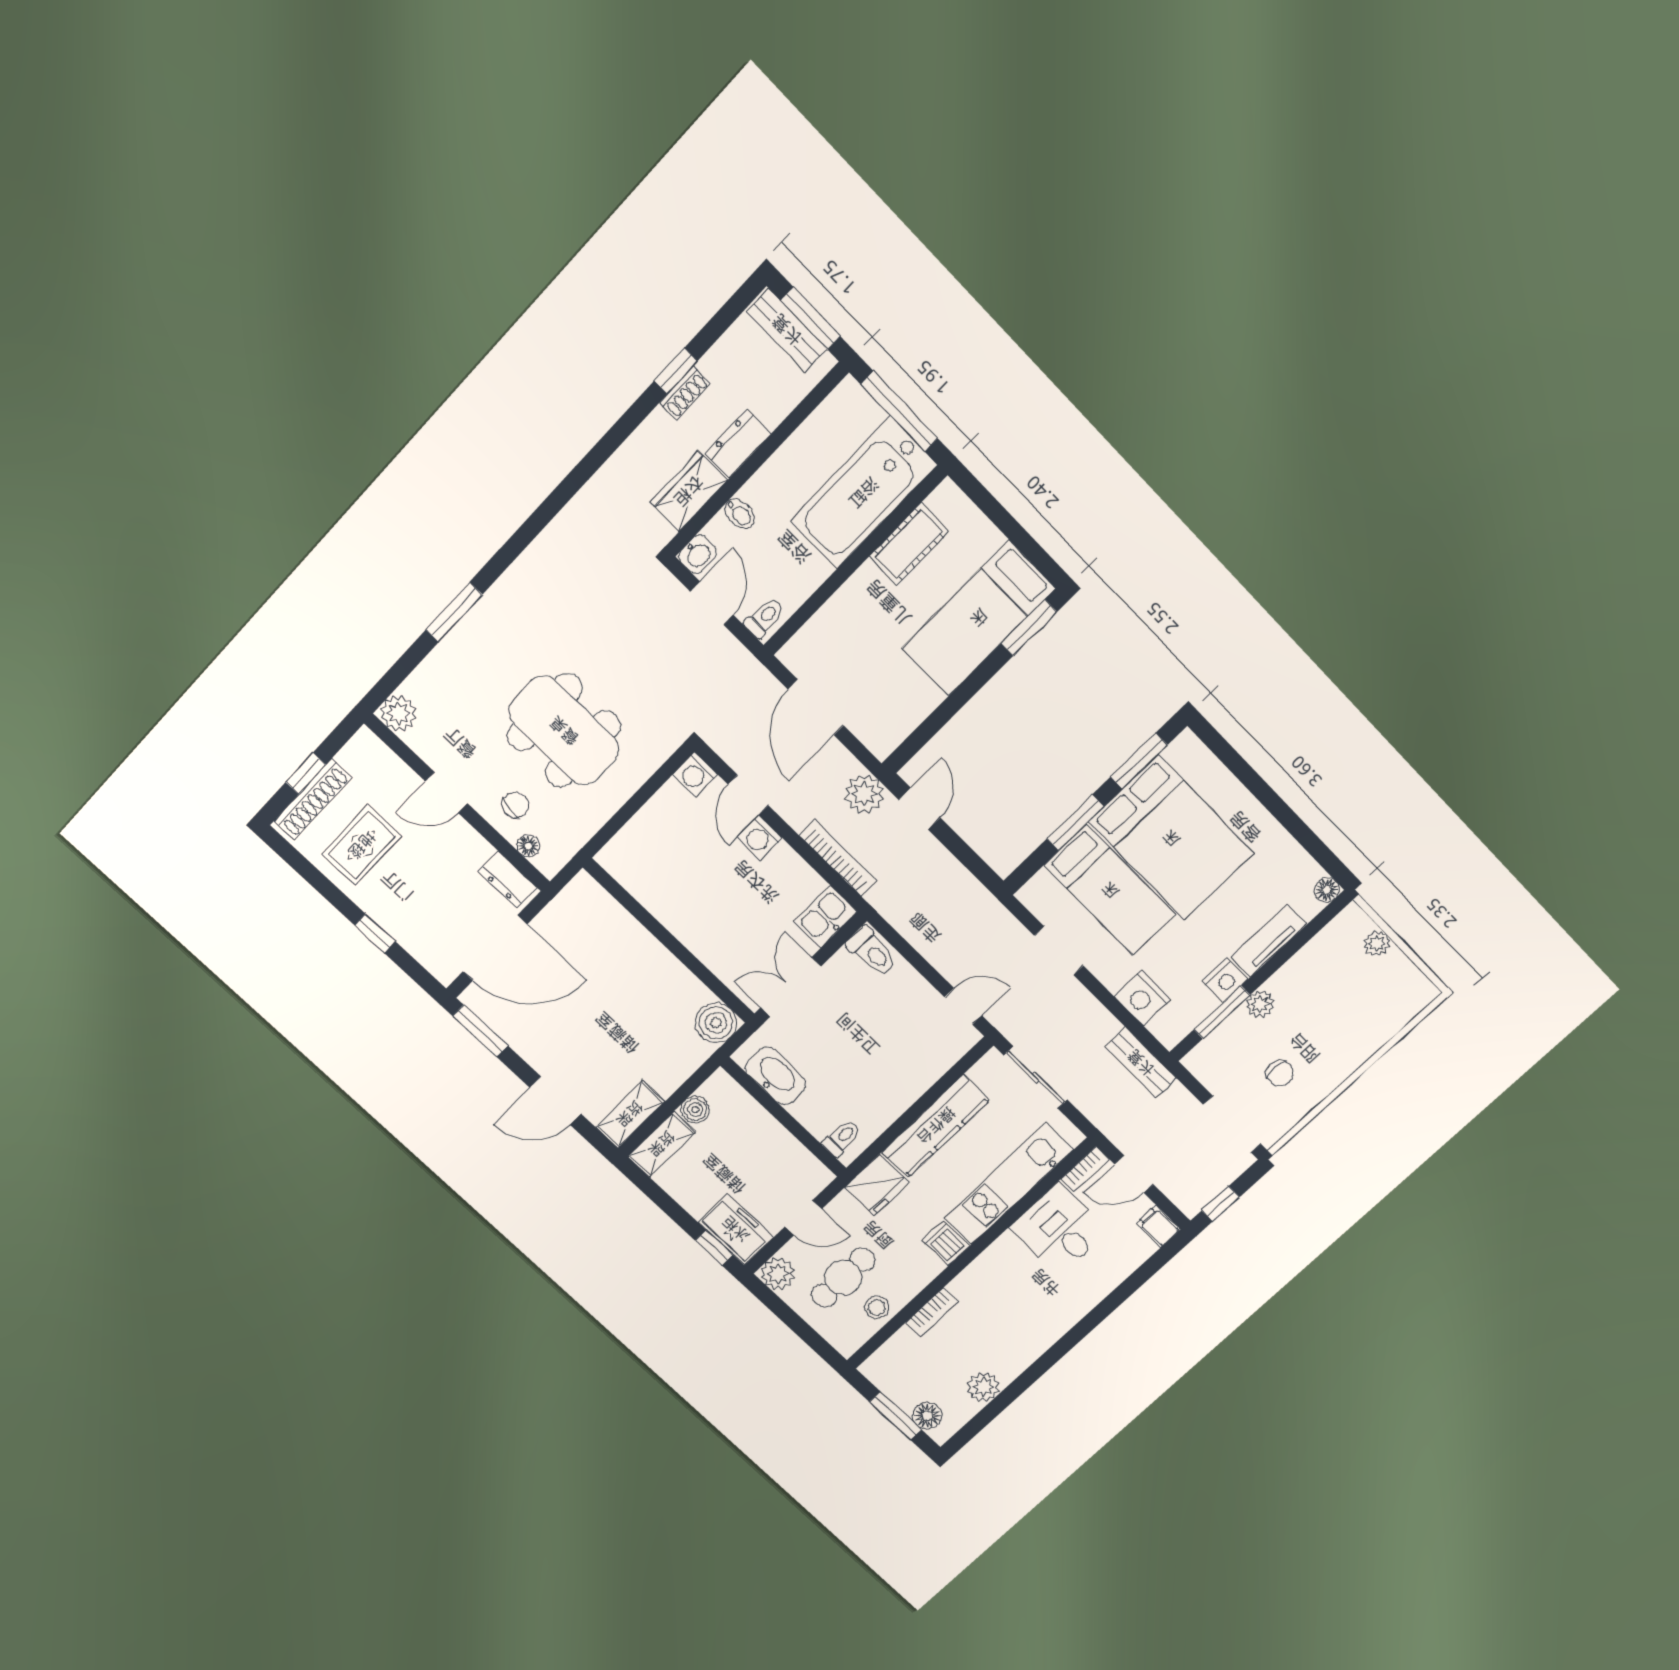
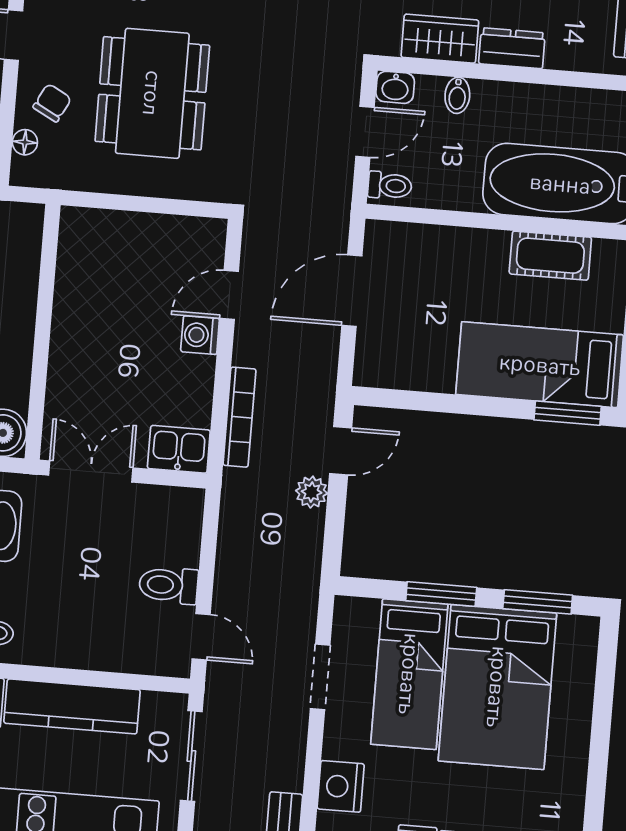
washing machine: (695, 774) -> (209, 235), removed
plant: (864, 794) -> (312, 492), moved, width x0.73, depth x0.73
chair: (515, 805) -> (52, 103), turned -73
toilet: (872, 952) -> (169, 585), moved, turned 90

